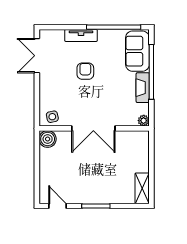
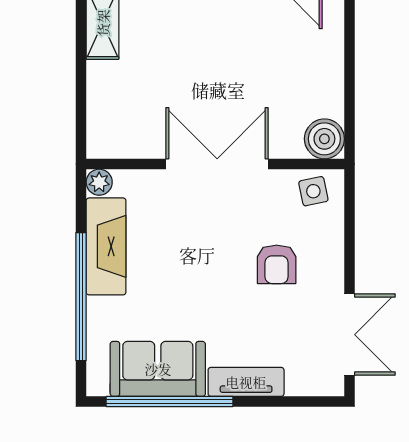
sofa: (137, 51) -> (158, 369), moved, turned -90
armchair: (85, 71) -> (277, 264), moved
fireplace: (143, 88) -> (106, 246), width x1.37, depth x1.32

